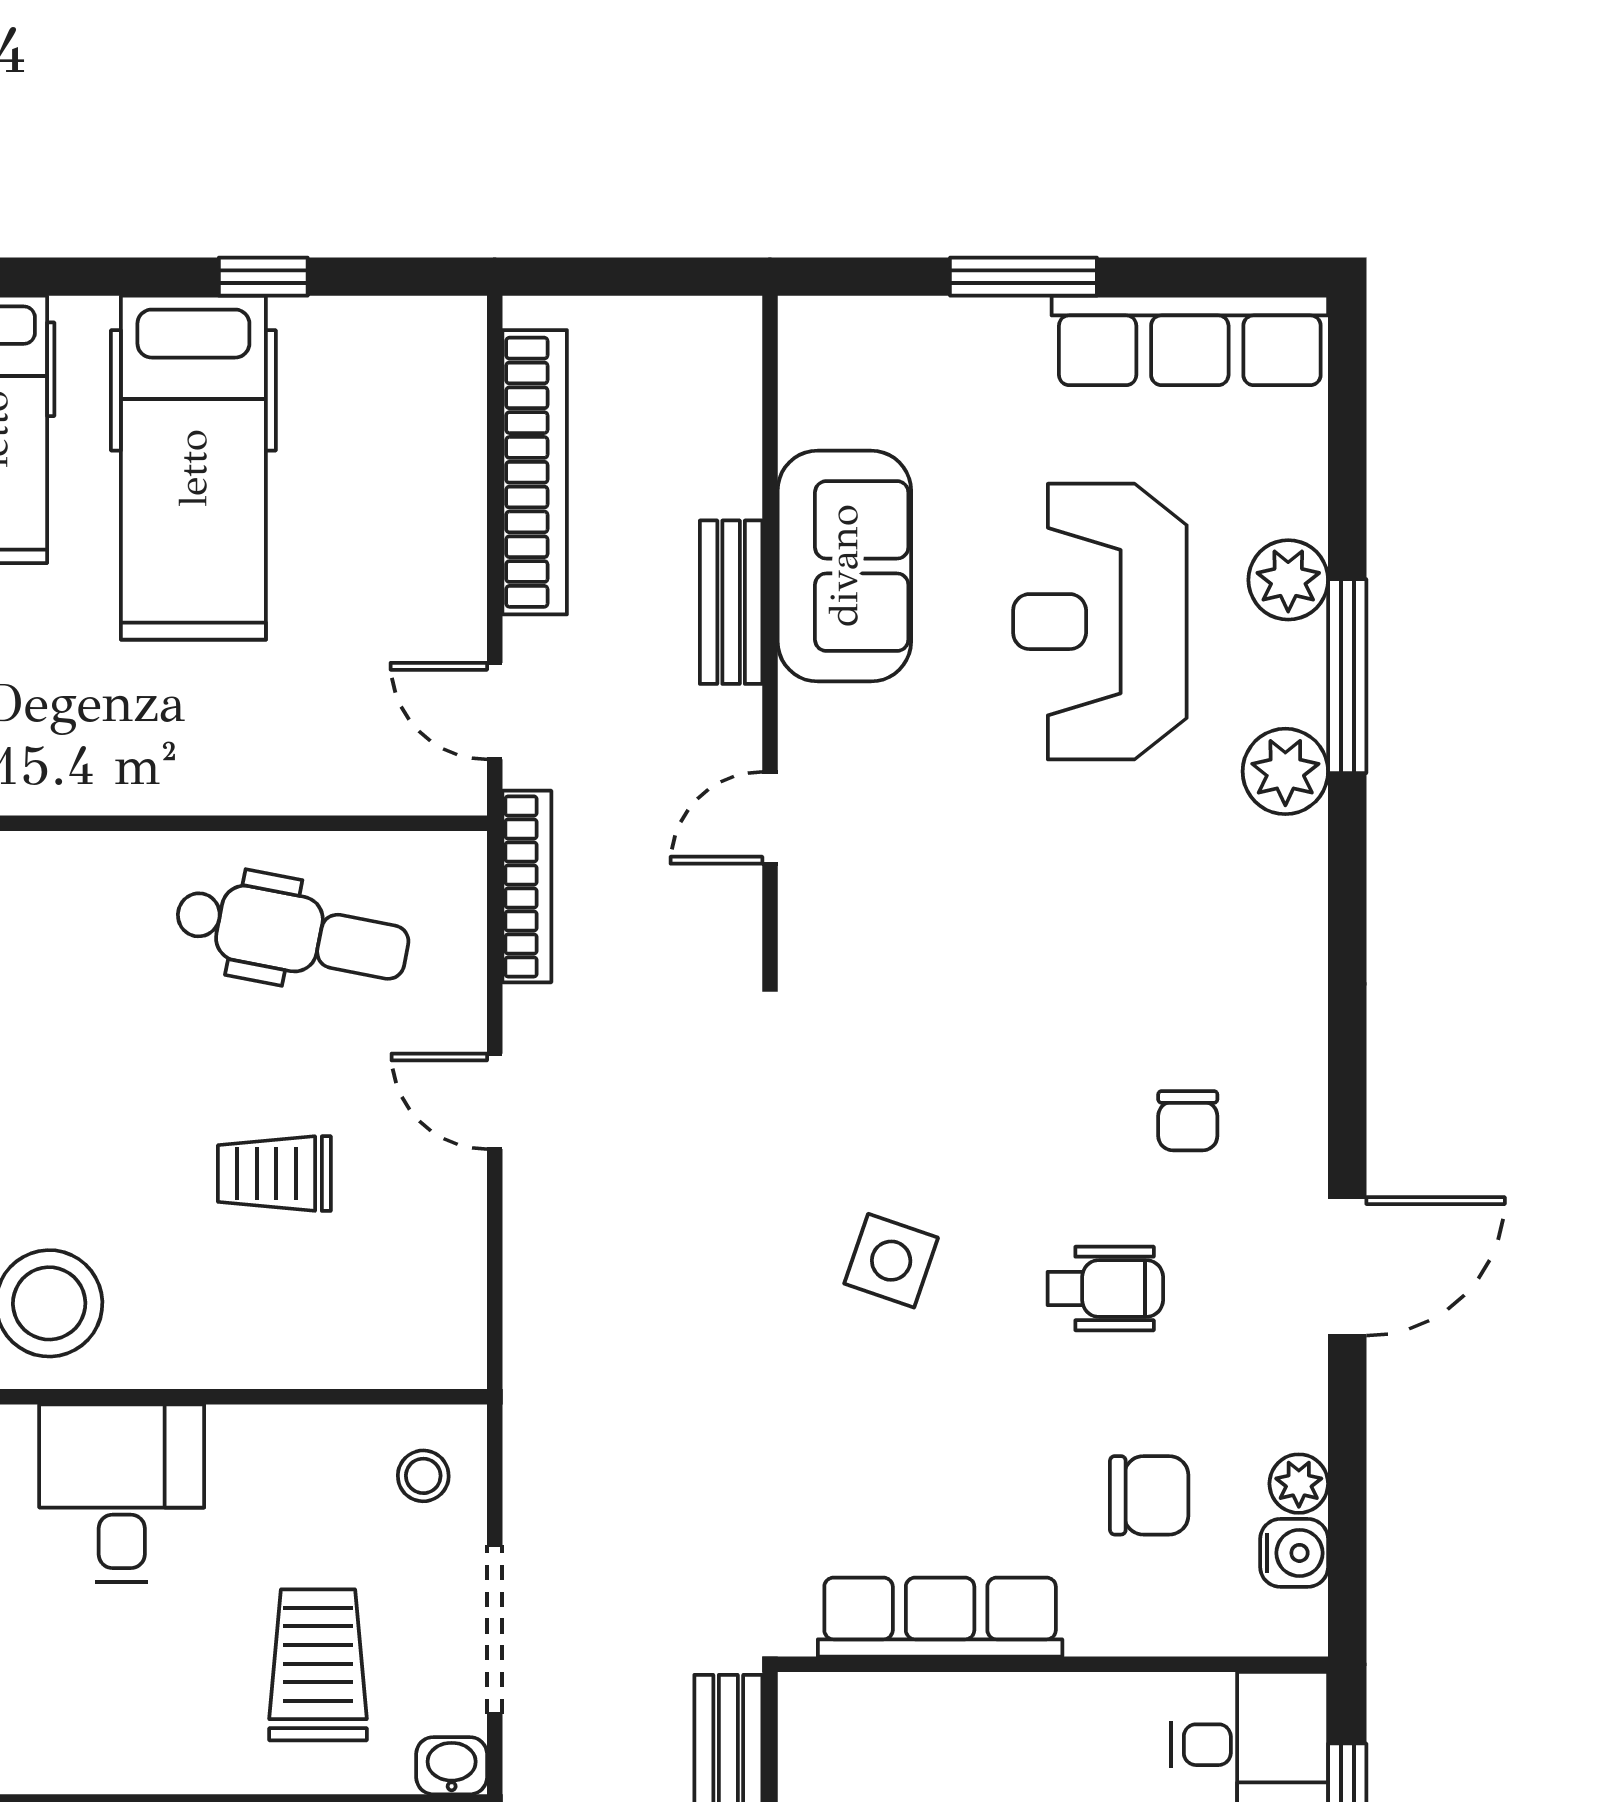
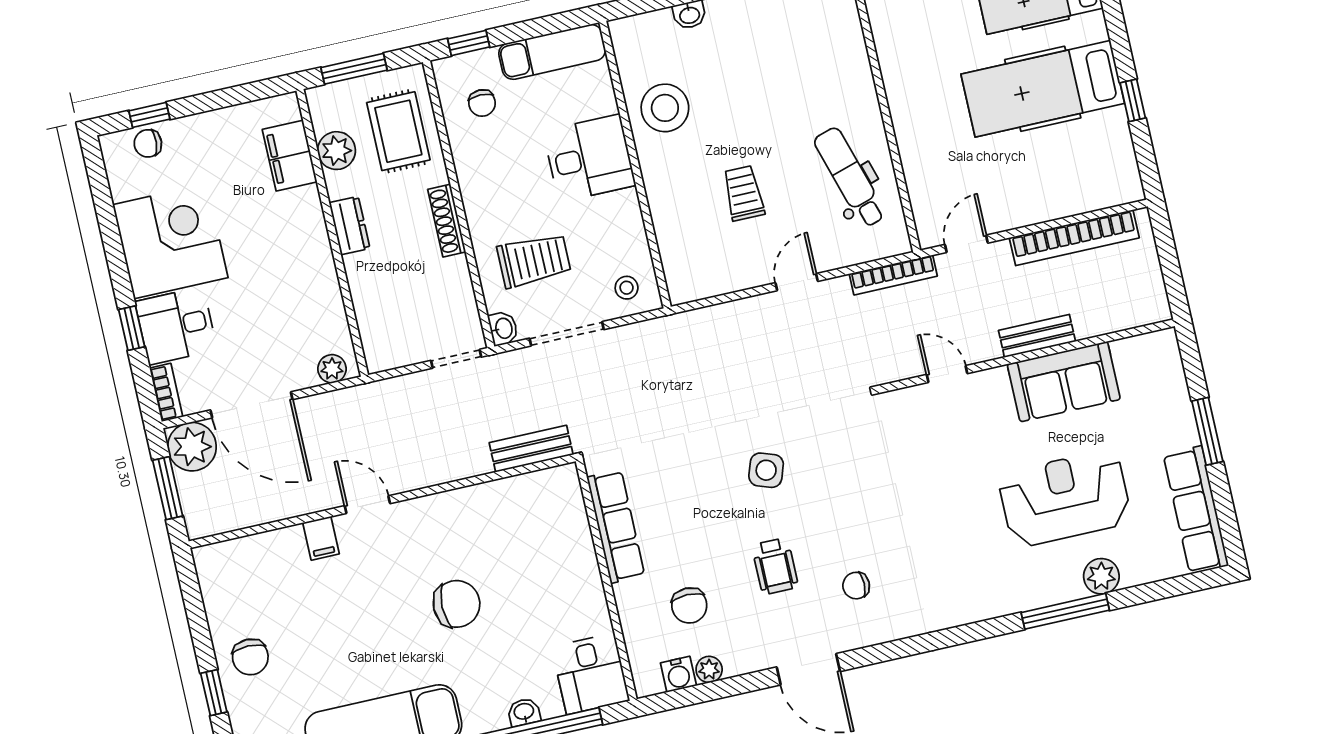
plant: (1285, 771) -> (1018, 594), removed
dental chair: (292, 933) -> (850, 177), turned 152

